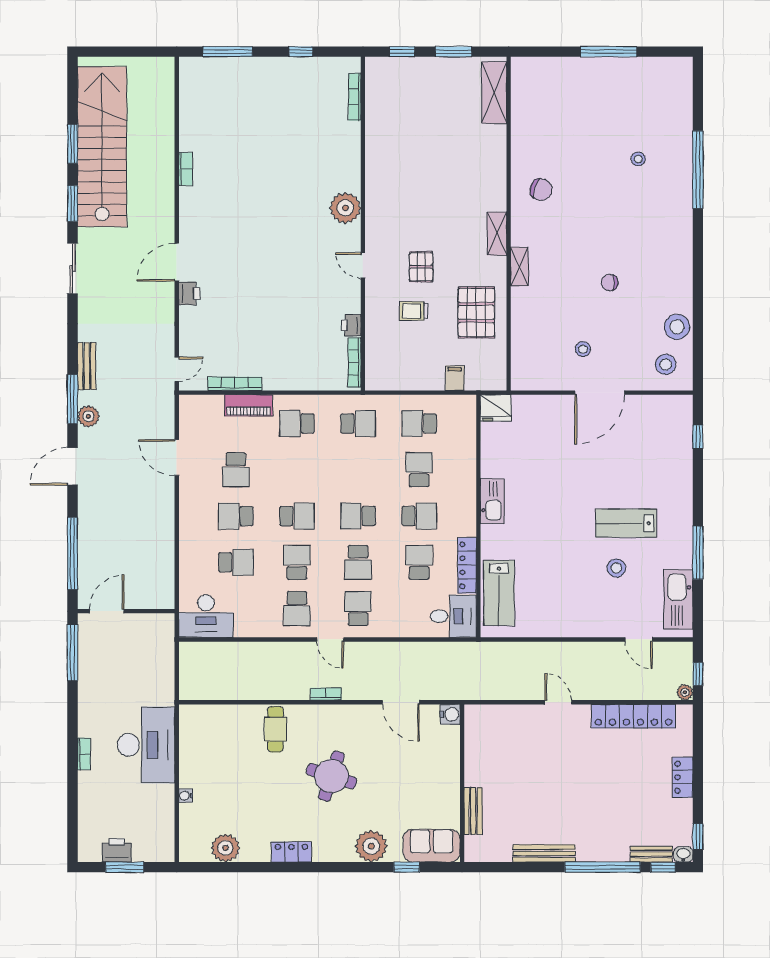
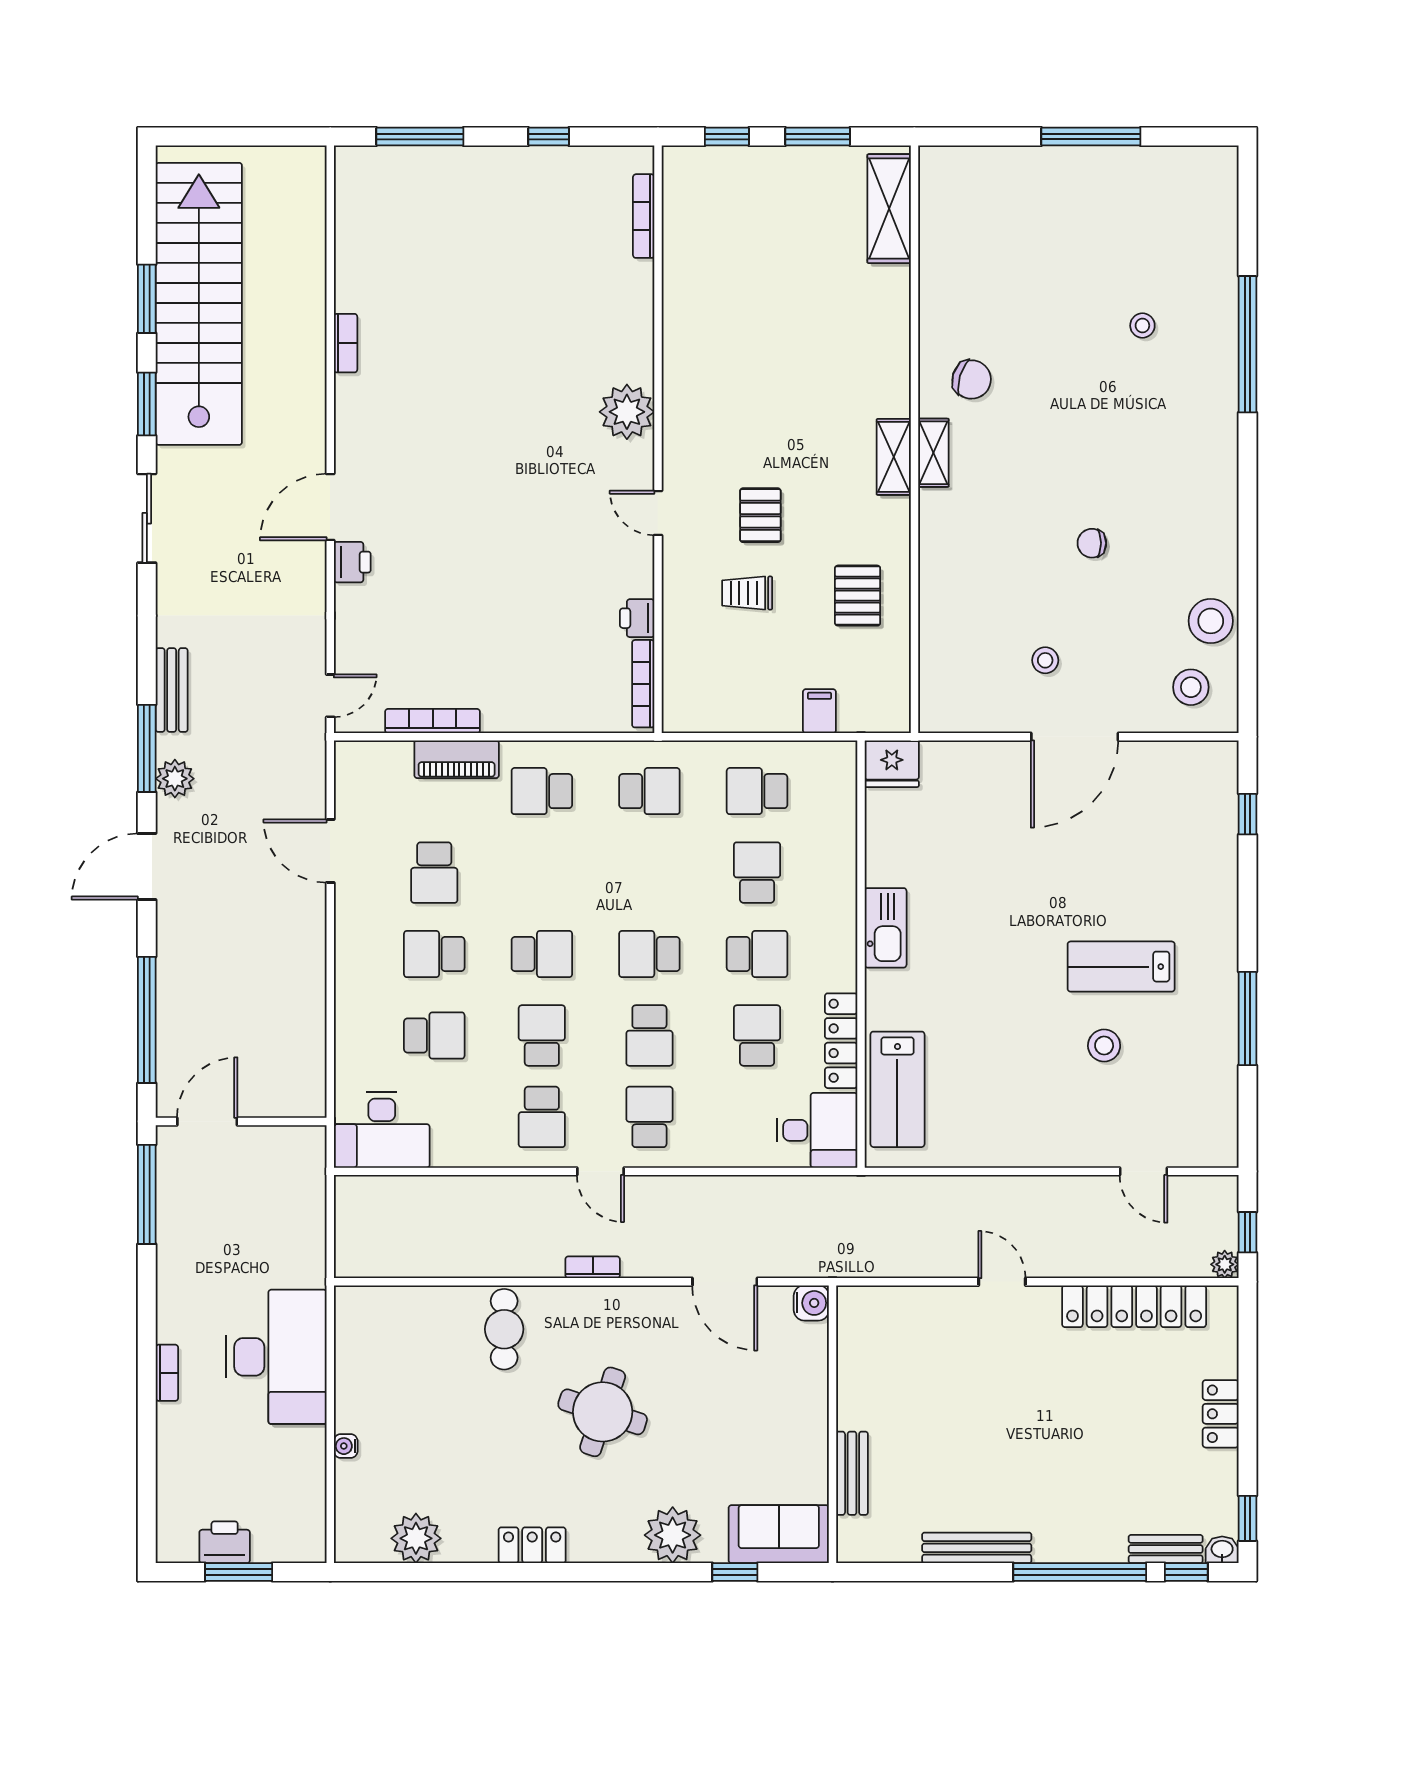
shelving: (519, 267) -> (933, 453), moved
pallet: (476, 312) -> (858, 596), width x0.67, depth x0.71
kitchen sink: (678, 599) -> (1213, 1101), removed

